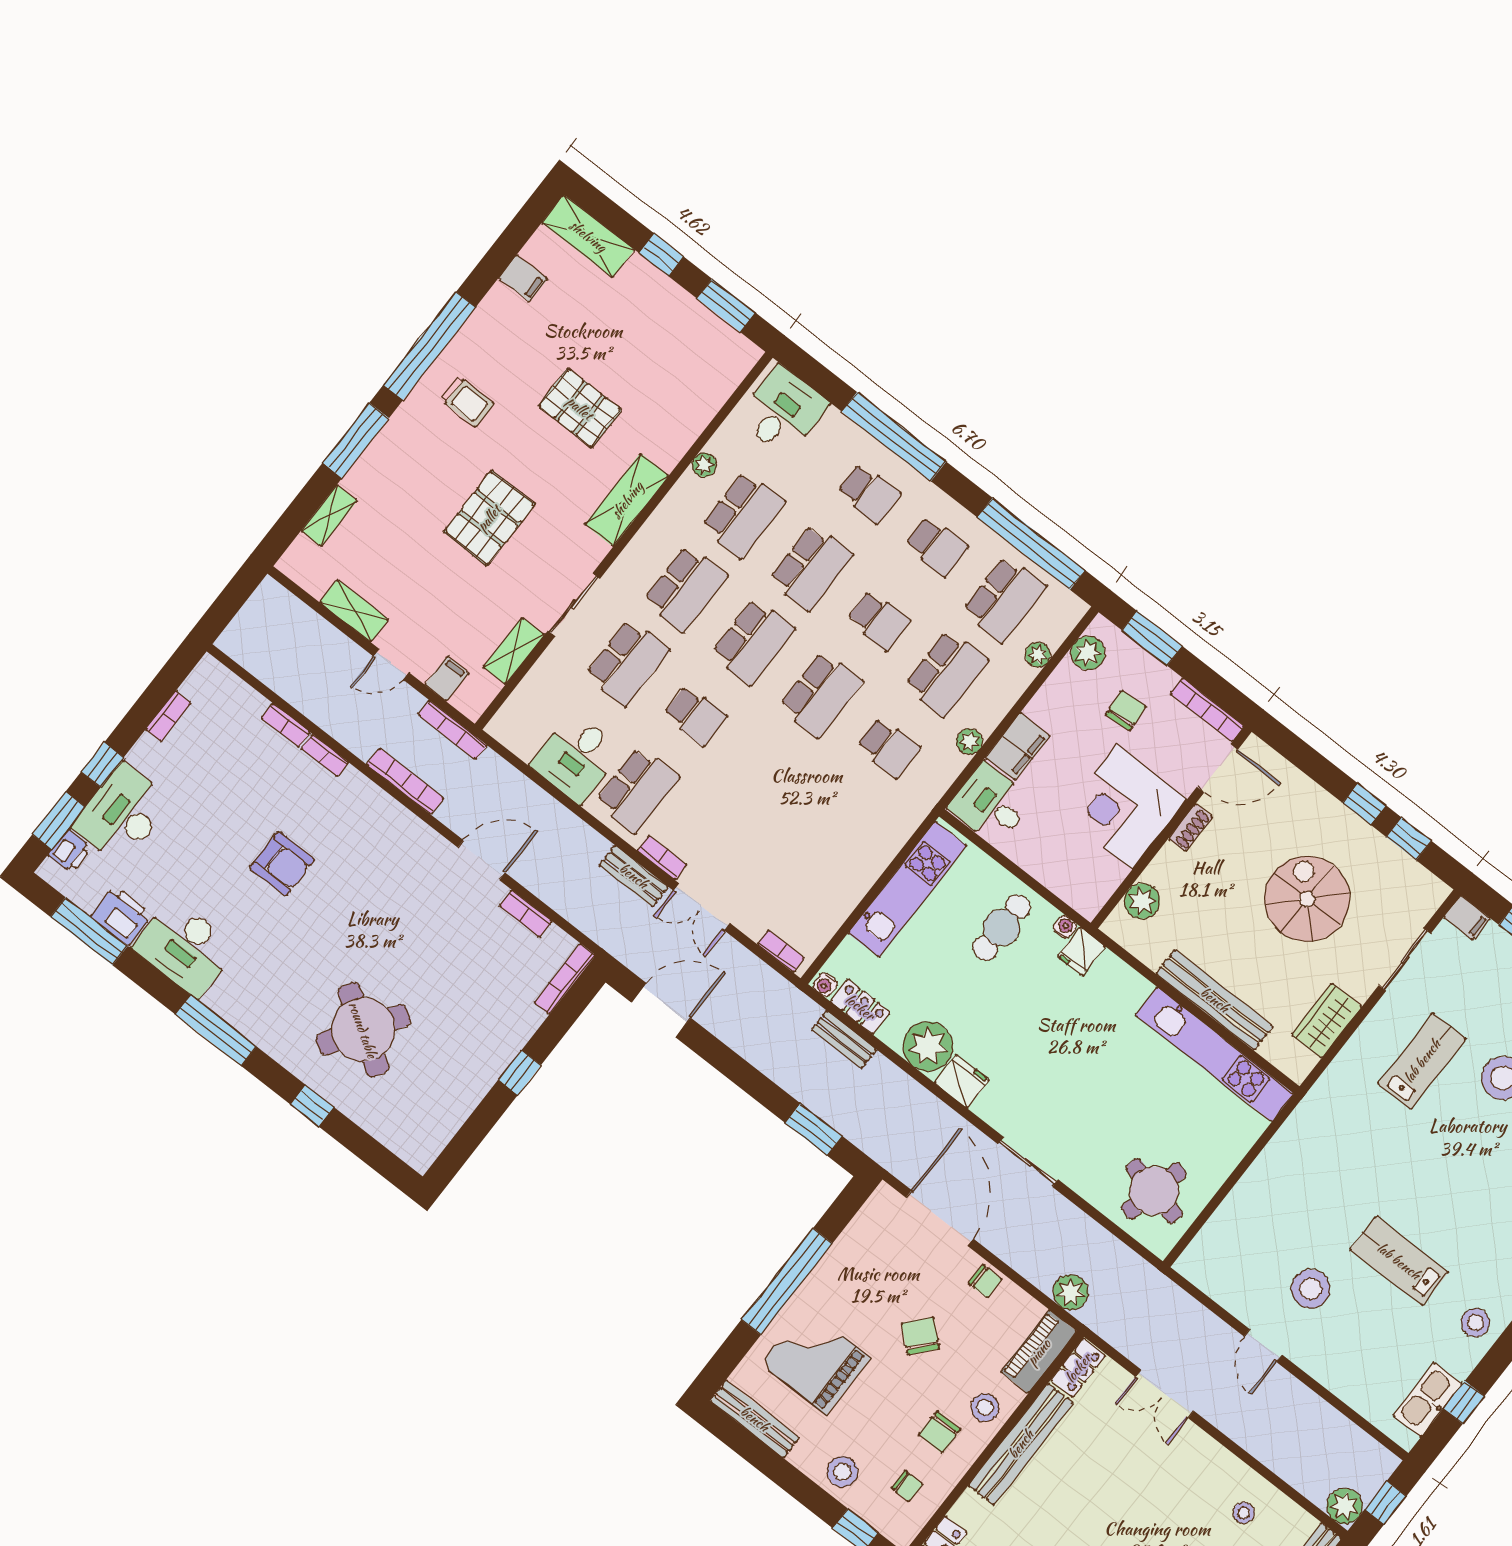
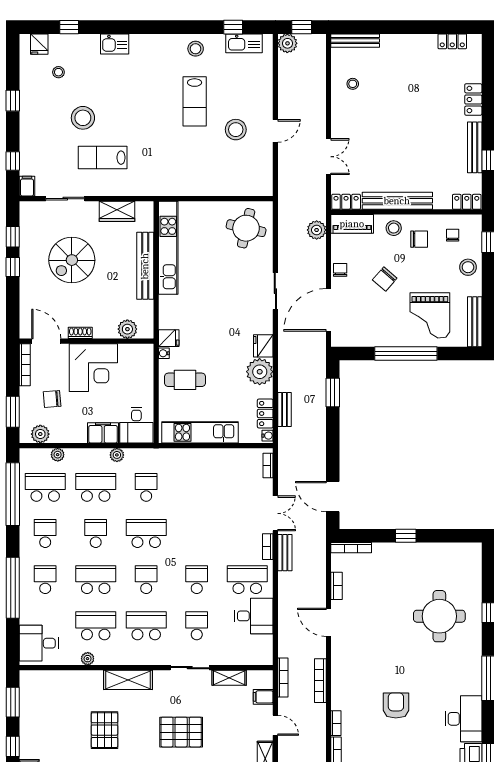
school desk: (753, 642) -> (146, 580), width x0.54
school desk: (627, 663) -> (197, 626), width x0.54
round table: (363, 1030) -> (439, 616), turned -32
plant: (1345, 1506) -> (287, 43), moved

